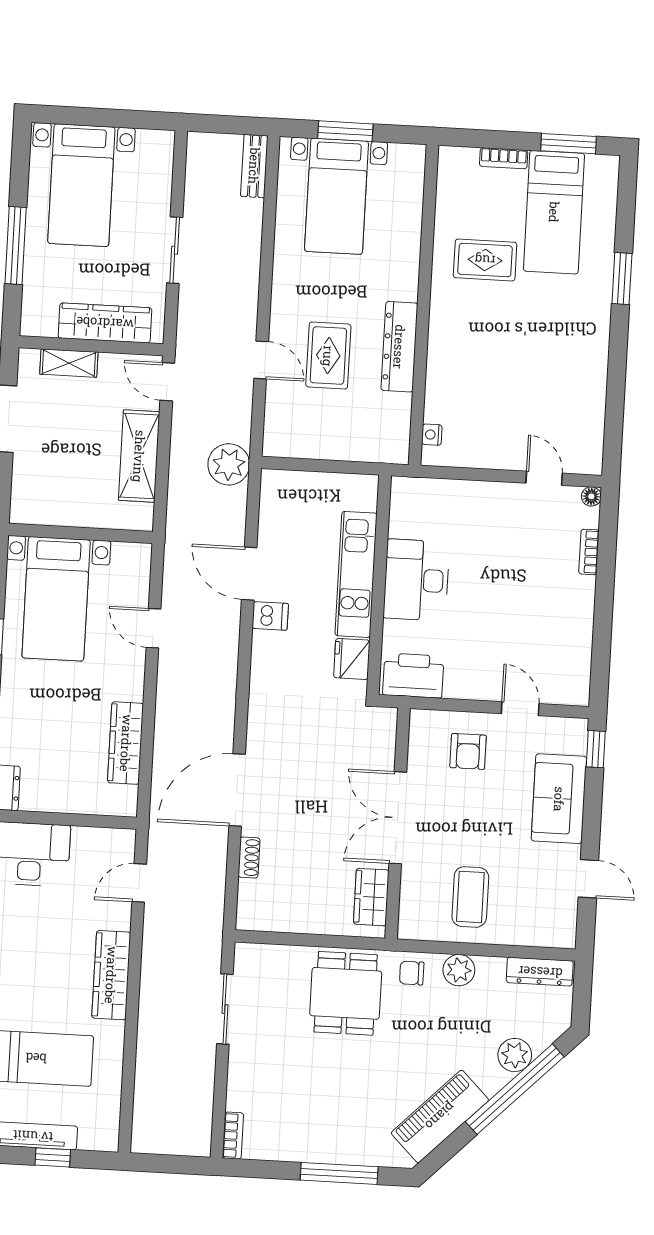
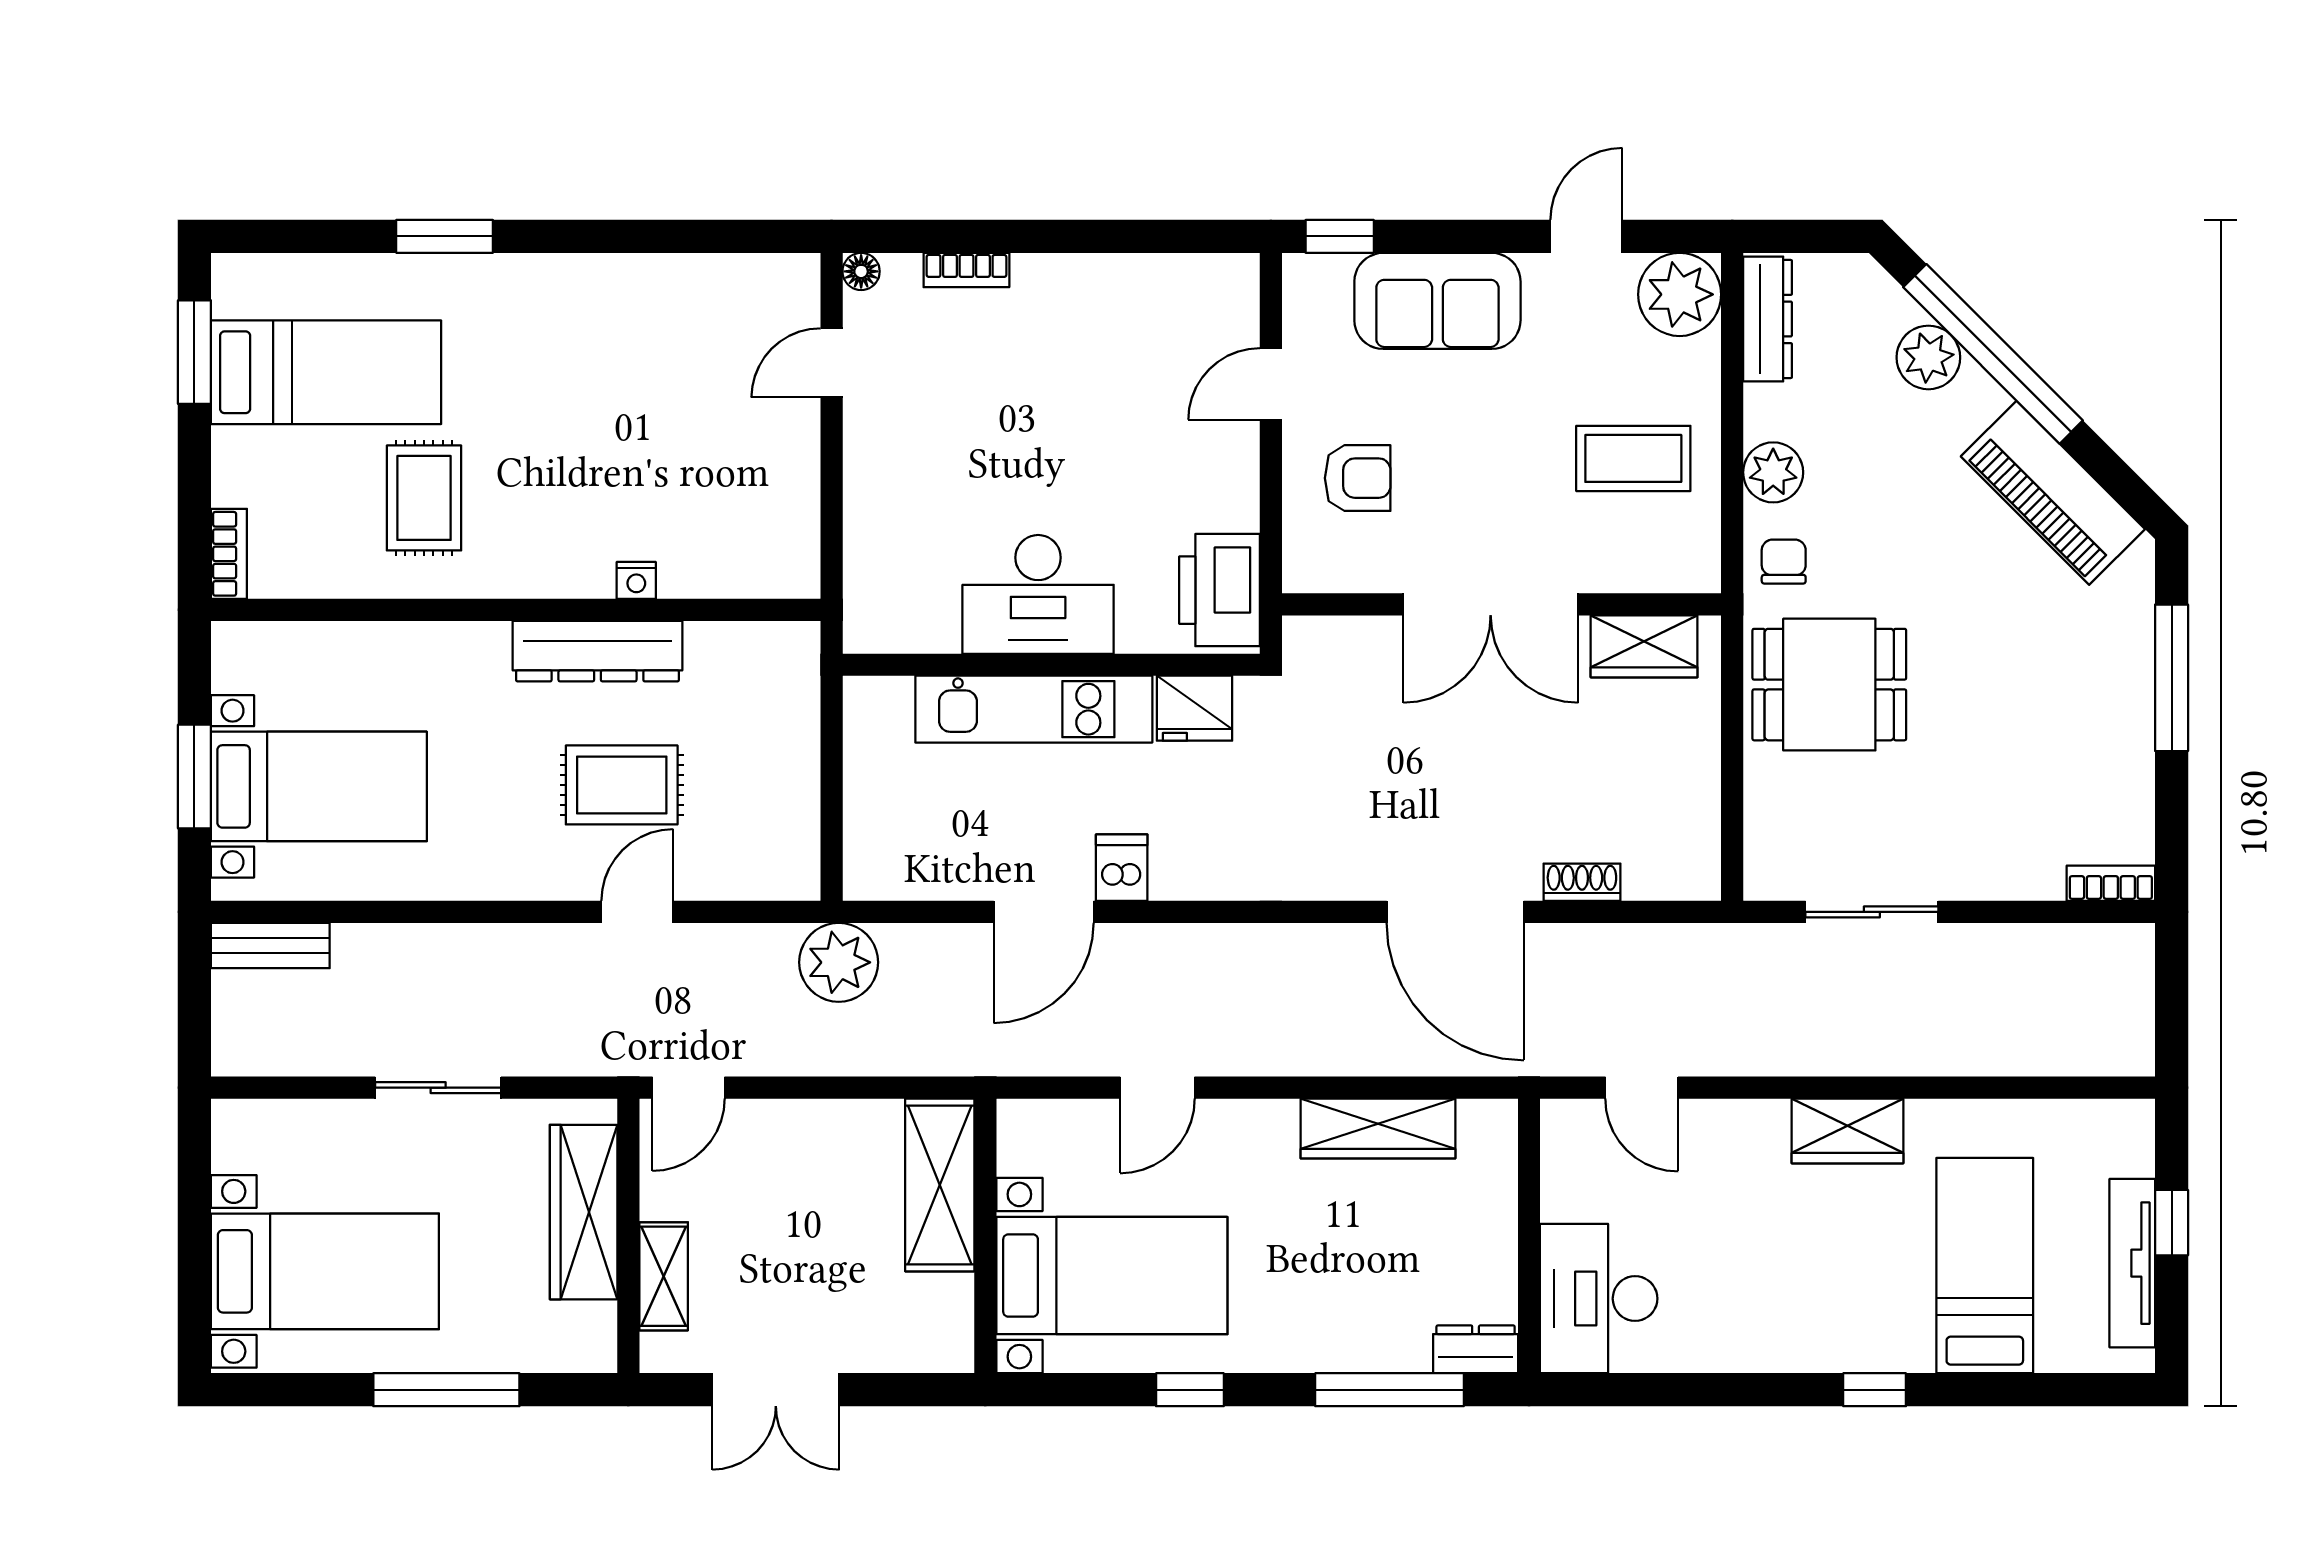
bookcase: (504, 158) -> (229, 554), moved
nightstand: (432, 435) -> (636, 580), moved
shelving: (139, 456) -> (940, 1185), moved, turned 90
plant: (555, 926) -> (1680, 294), added
chair: (412, 973) -> (1784, 562), turned 180
wardrobe: (111, 975) -> (1847, 1131), width x0.67

